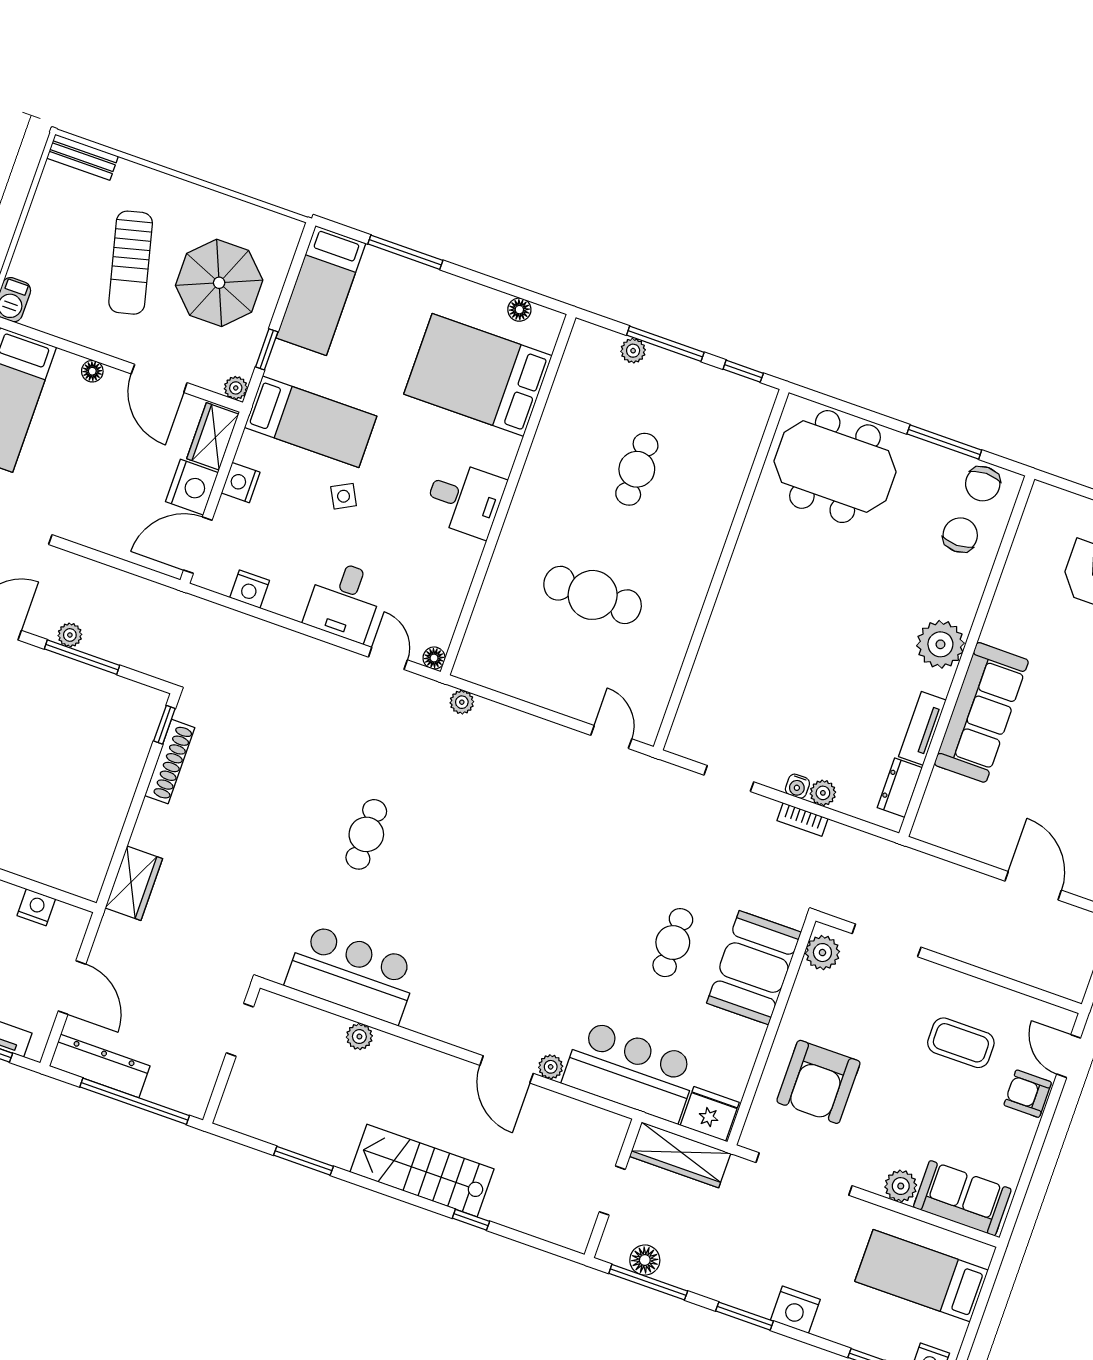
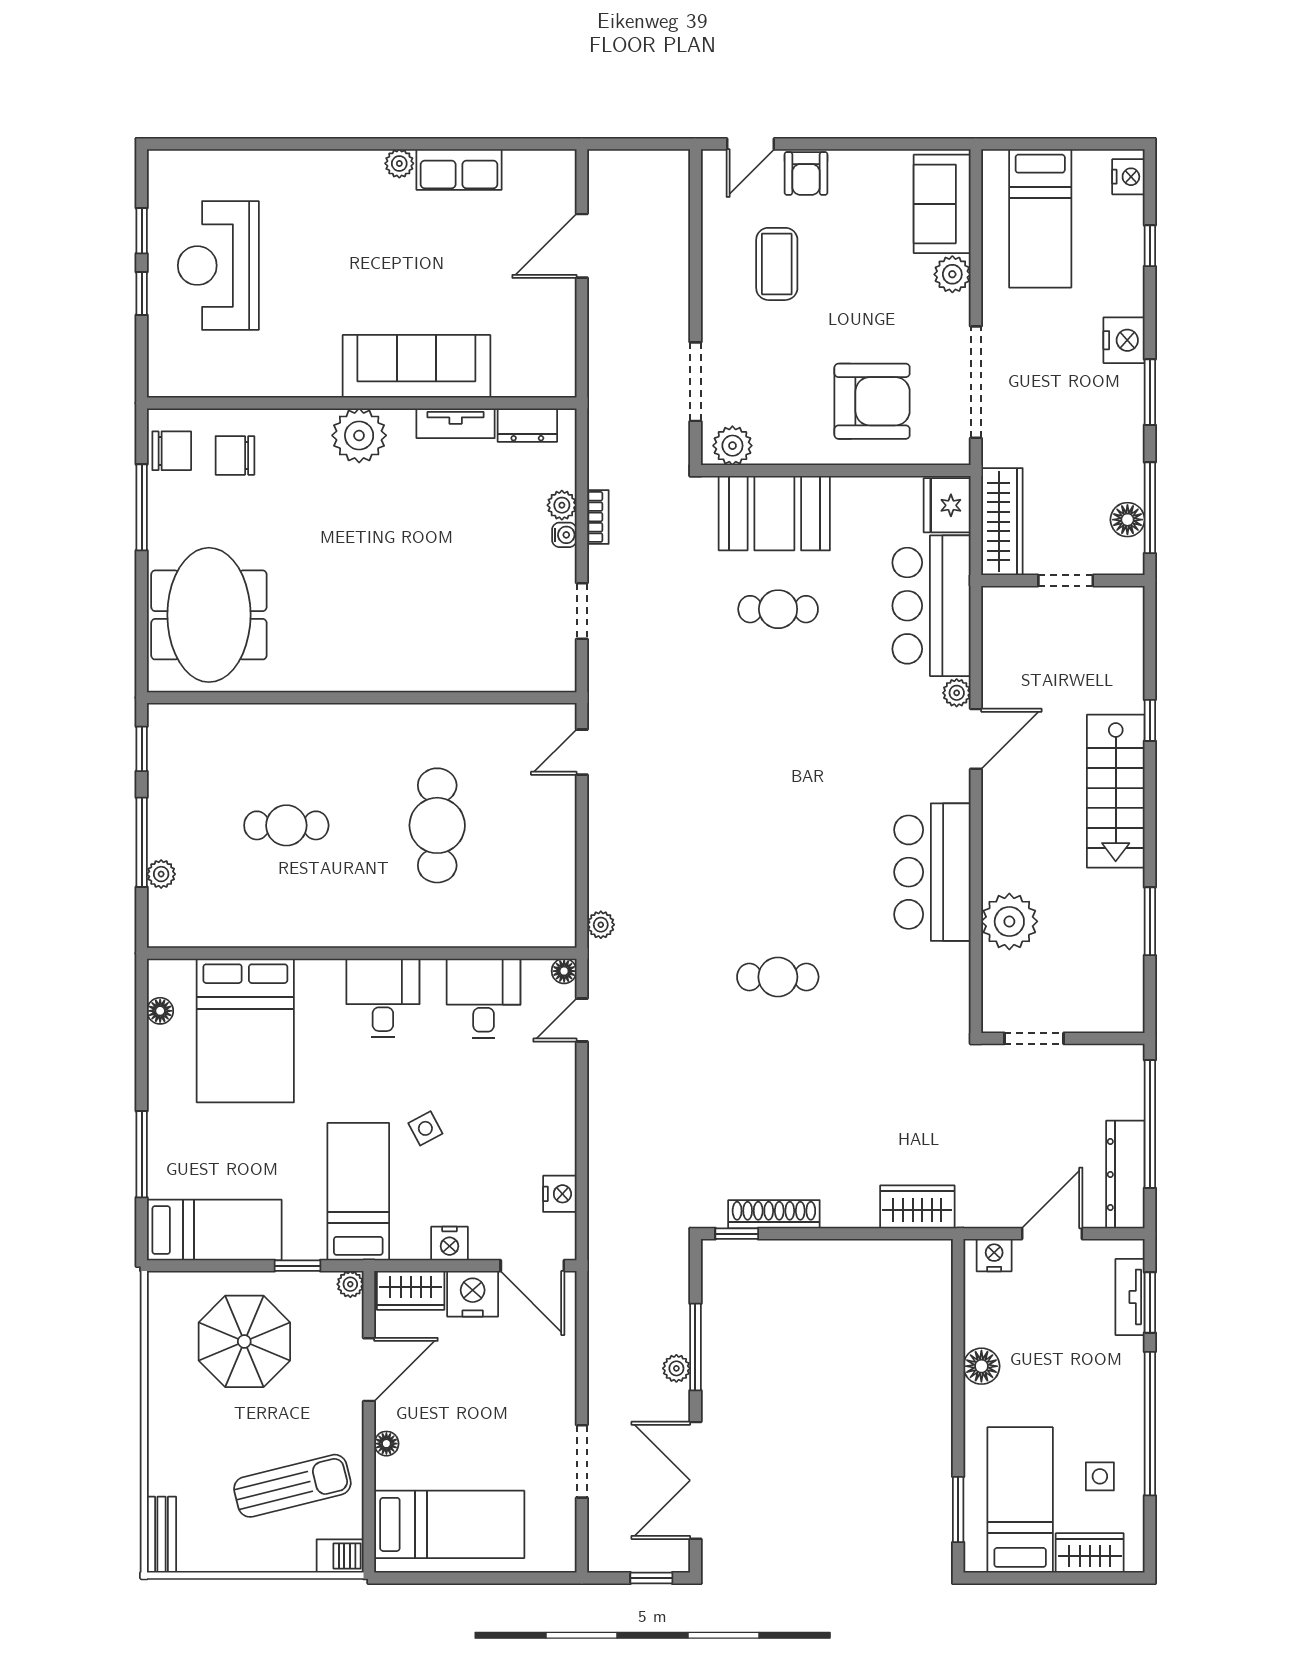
sun lounger: (131, 263) -> (292, 1486), moved
desk: (344, 601) -> (484, 998), moved, turned -90
nightstand: (36, 907) -> (994, 1255), moved, turned 90
bar counter: (352, 974) -> (932, 872), moved
plant: (359, 1037) -> (1009, 921), width x1.88, depth x1.88

